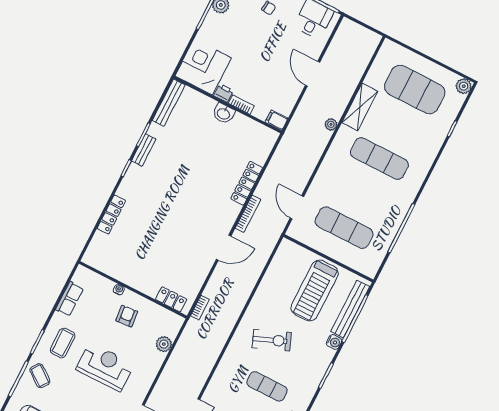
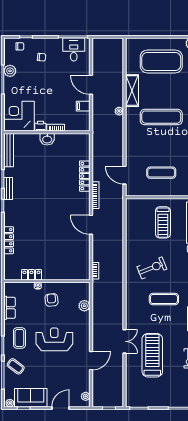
filing cabinet: (277, 120) -> (83, 106), moved
exercise mat: (344, 228) -> (161, 173), width x0.73, depth x0.69
door: (224, 248) -> (91, 225), swing flipped
treadmill: (315, 290) -> (163, 222), width x0.73, depth x0.73
locker: (171, 299) -> (32, 275), moved

